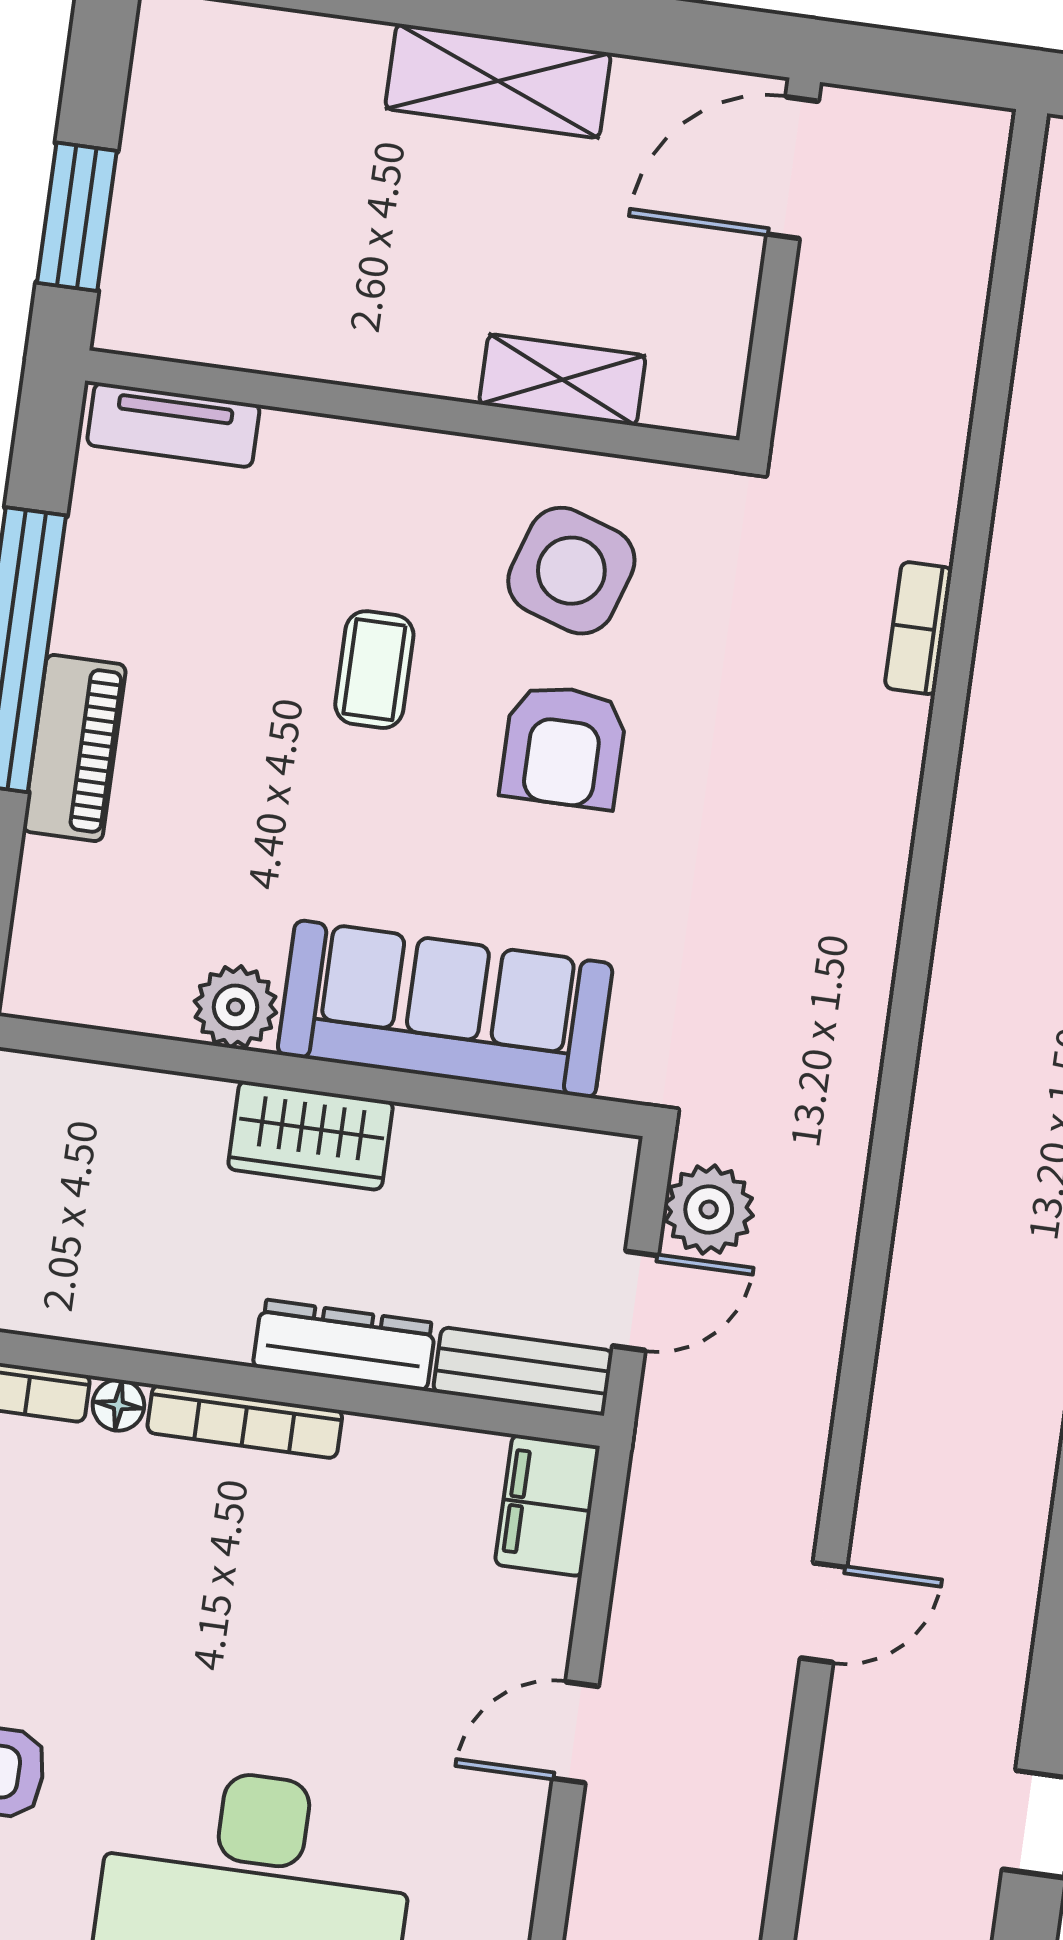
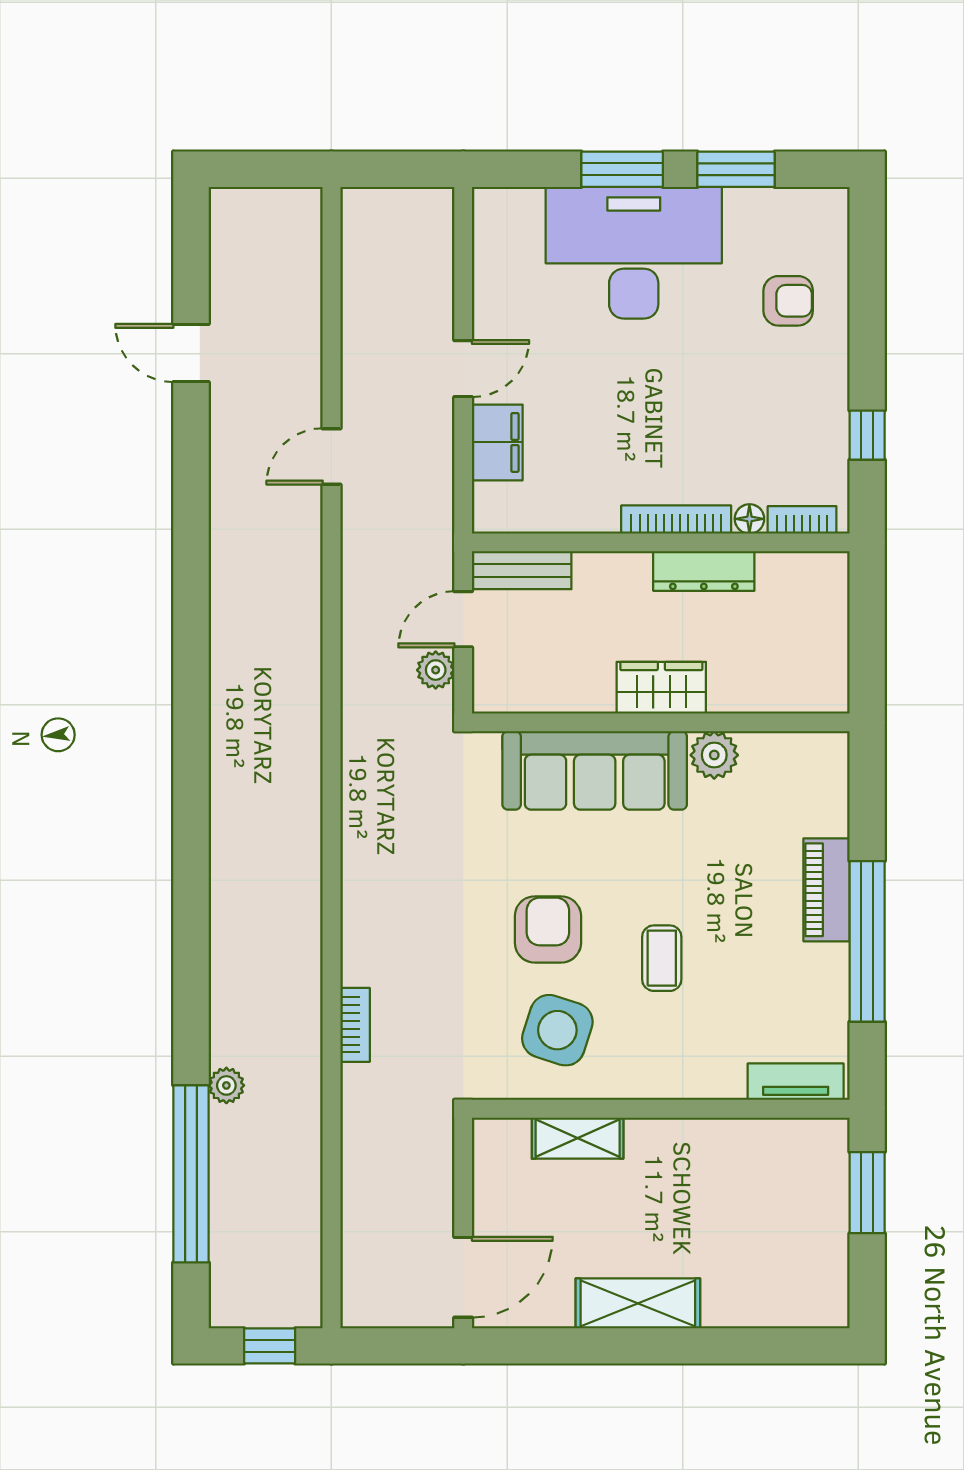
plant: (709, 1209) -> (436, 670), width x0.73, depth x0.73
dresser: (344, 1345) -> (704, 571), moved
filing cabinet: (547, 1505) -> (497, 442), moved

